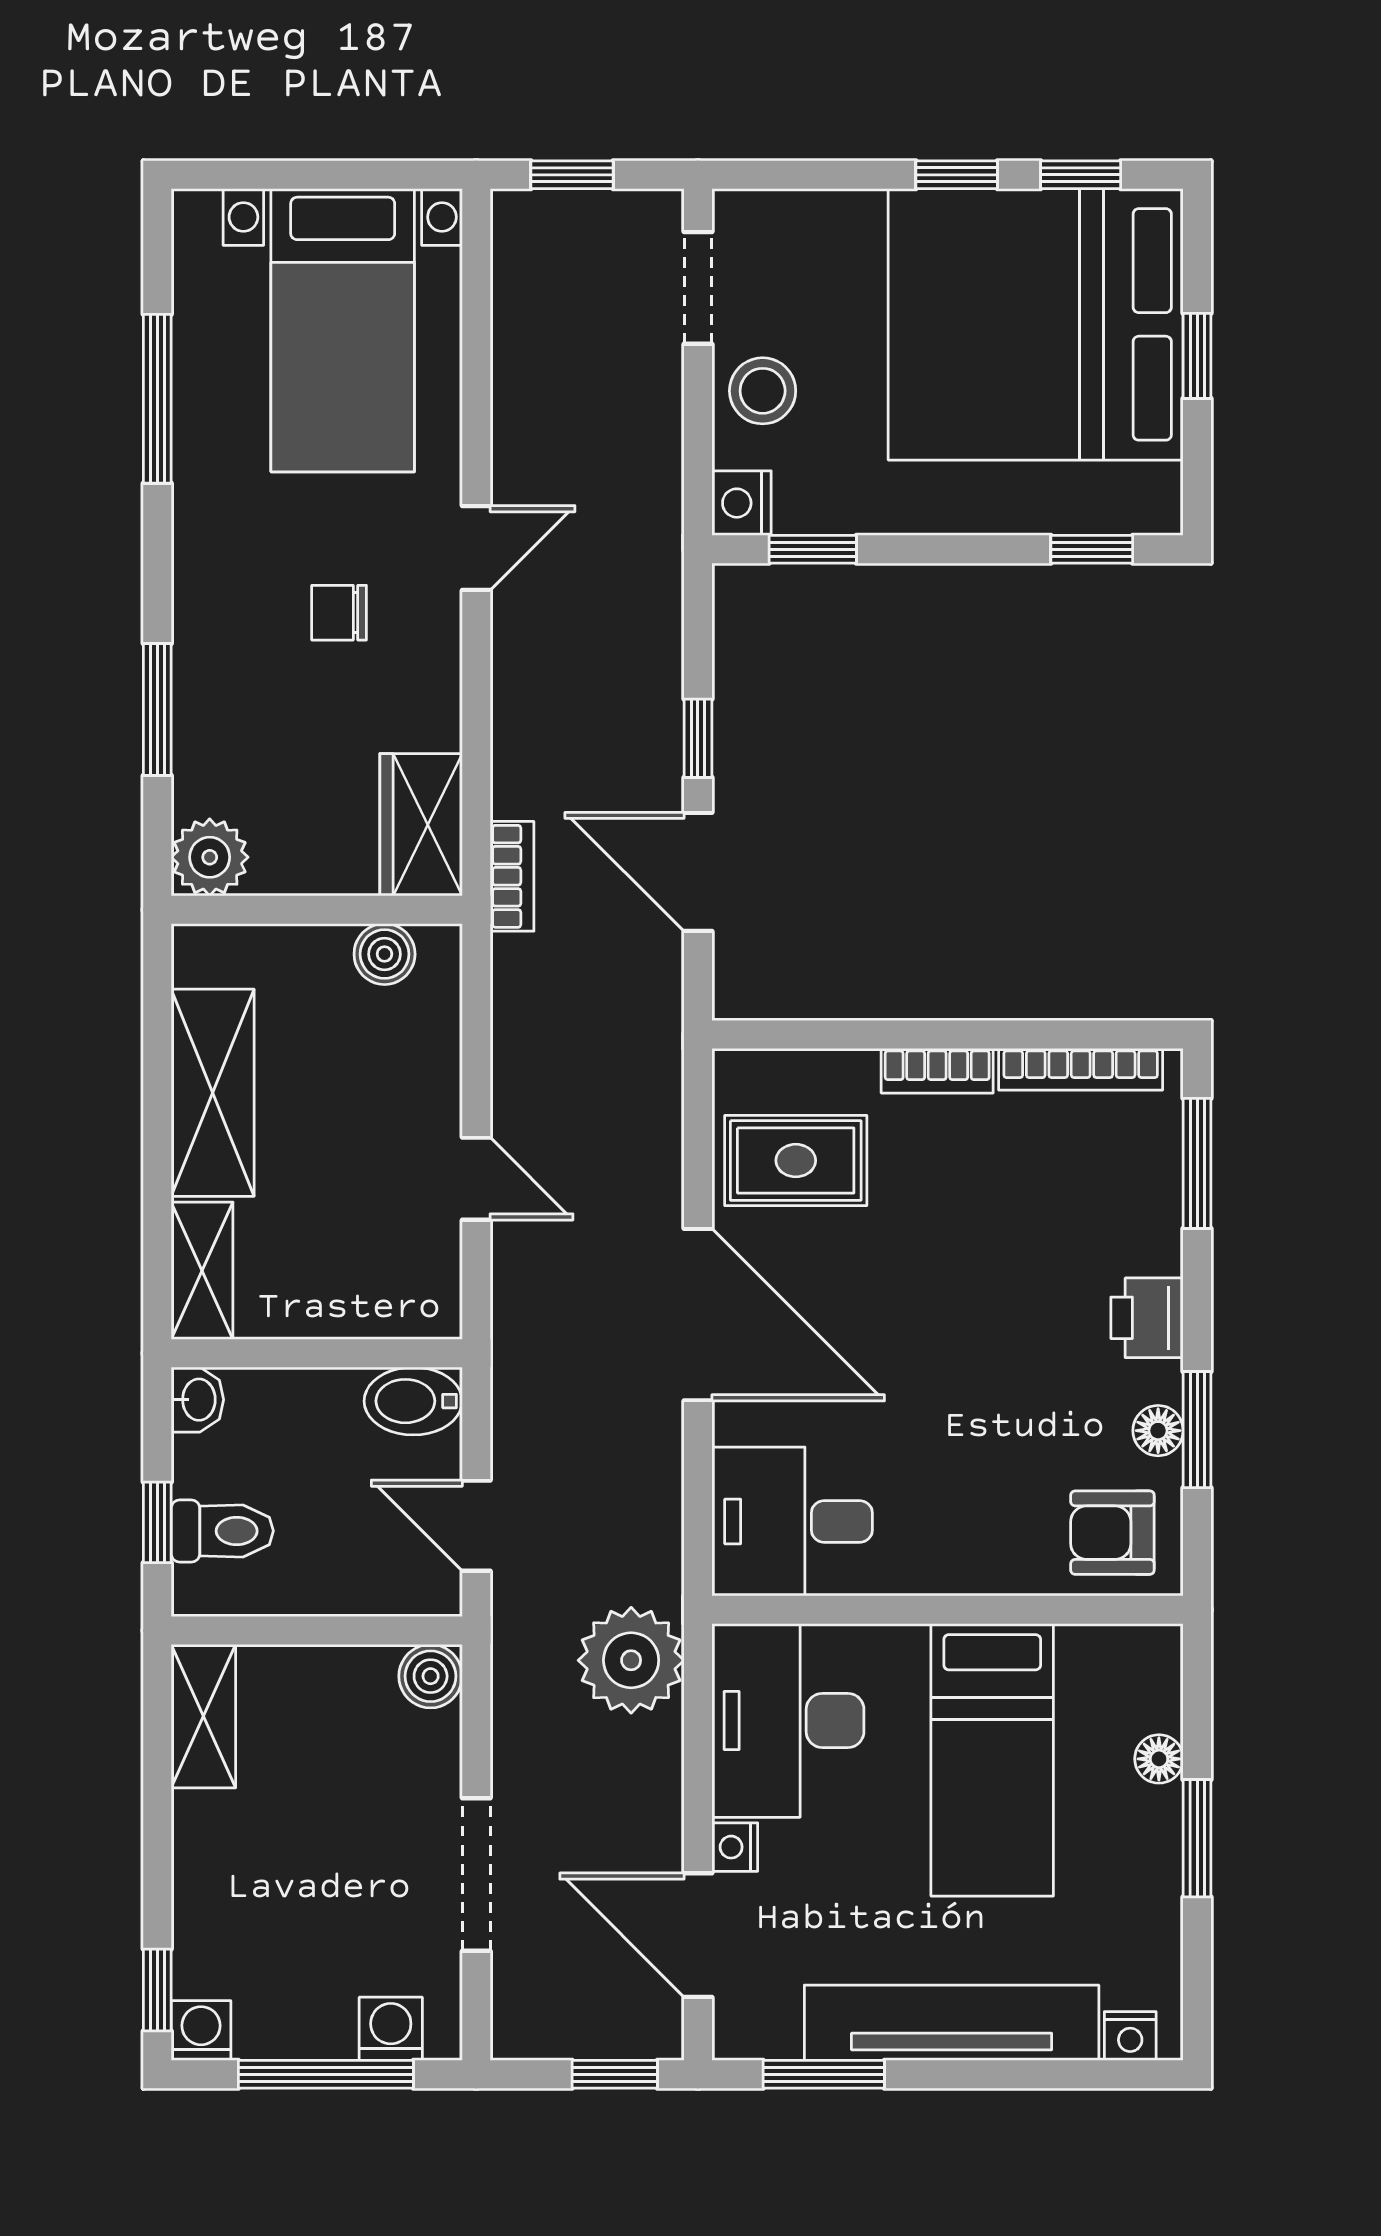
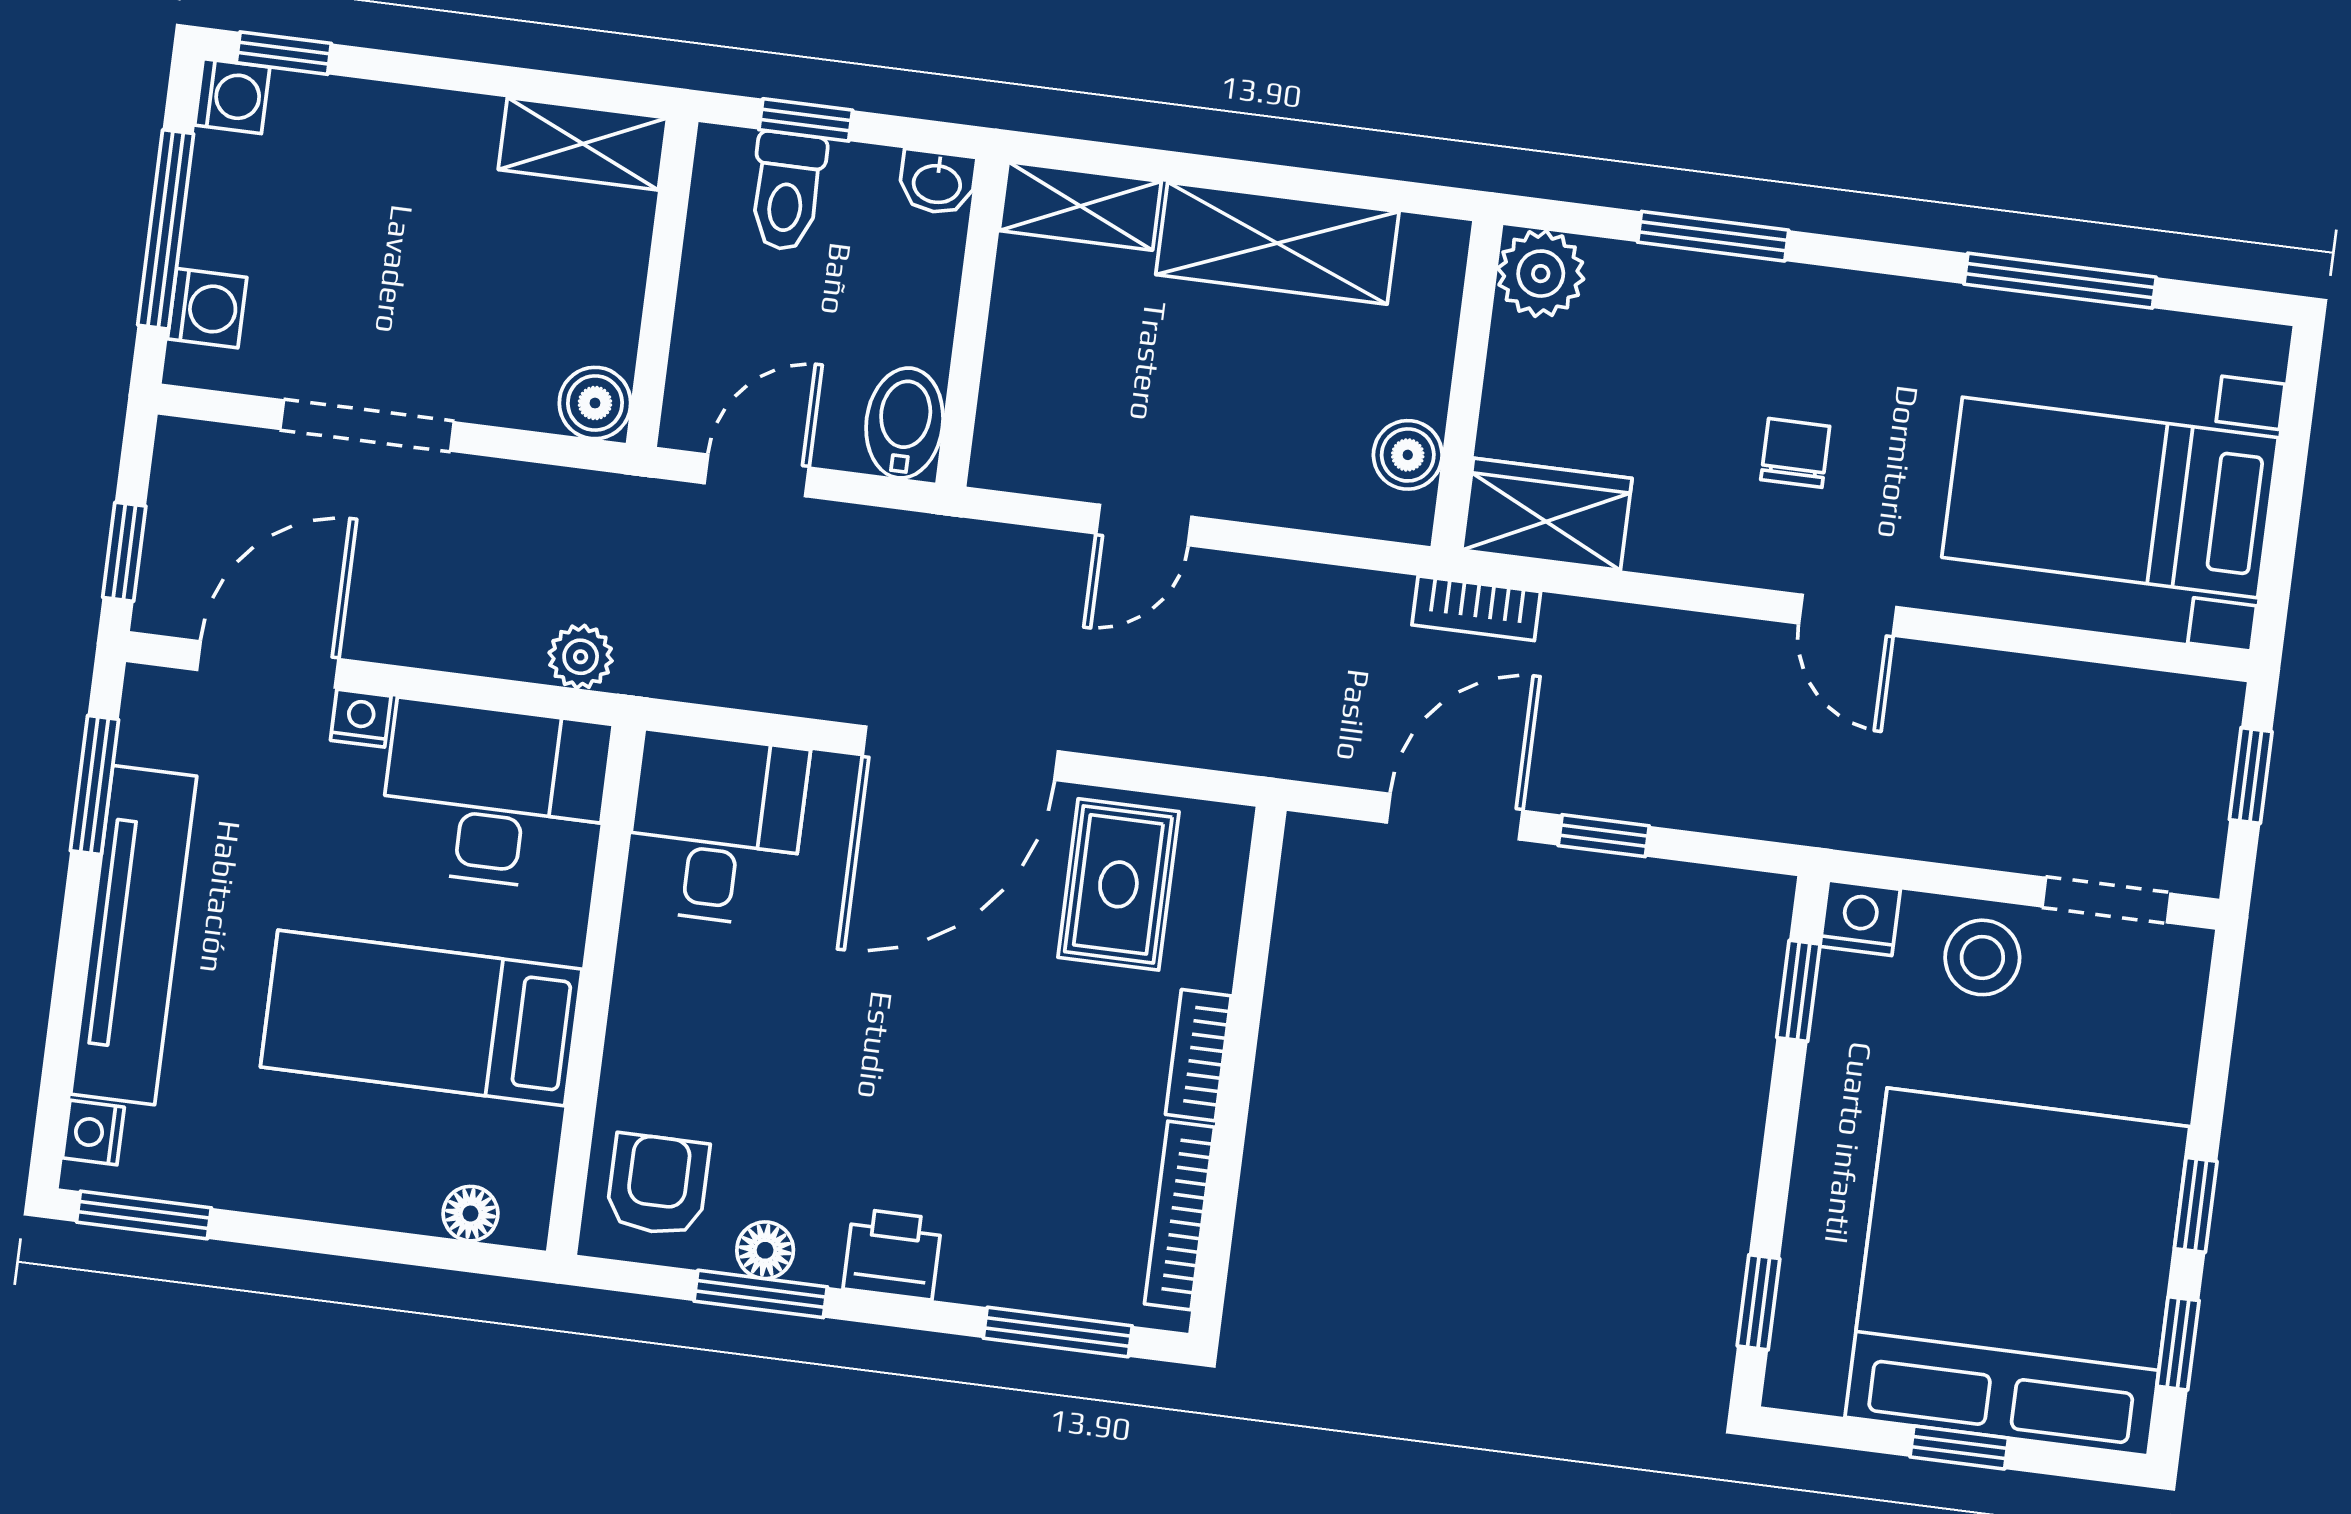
plant: (631, 1660) -> (581, 657), width x0.53, depth x0.53
floor lamp: (1159, 1759) -> (471, 1214), moved
window: (1197, 1838) -> (144, 1215), moved

